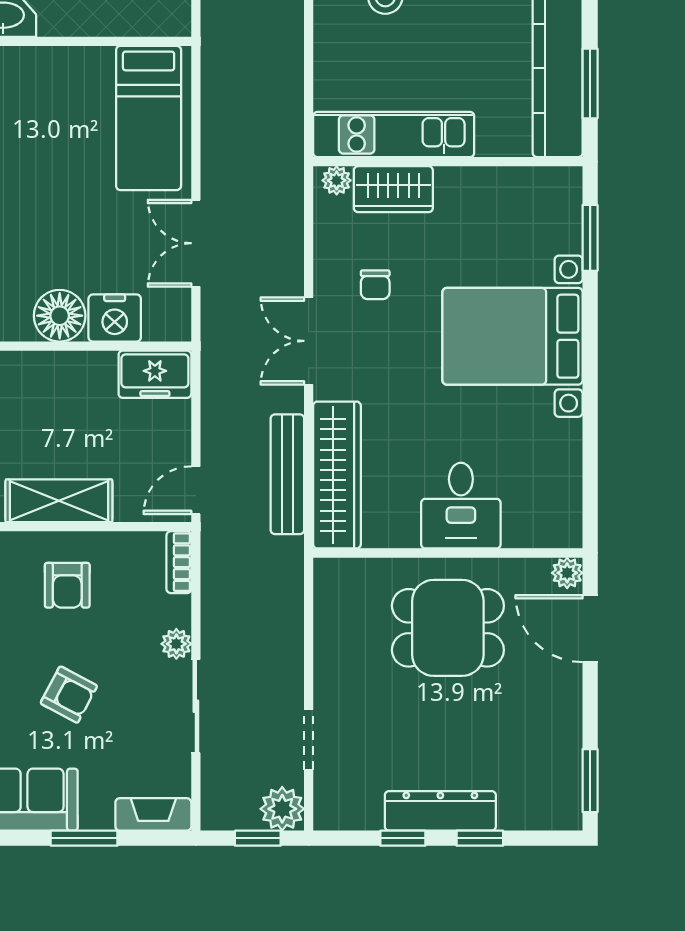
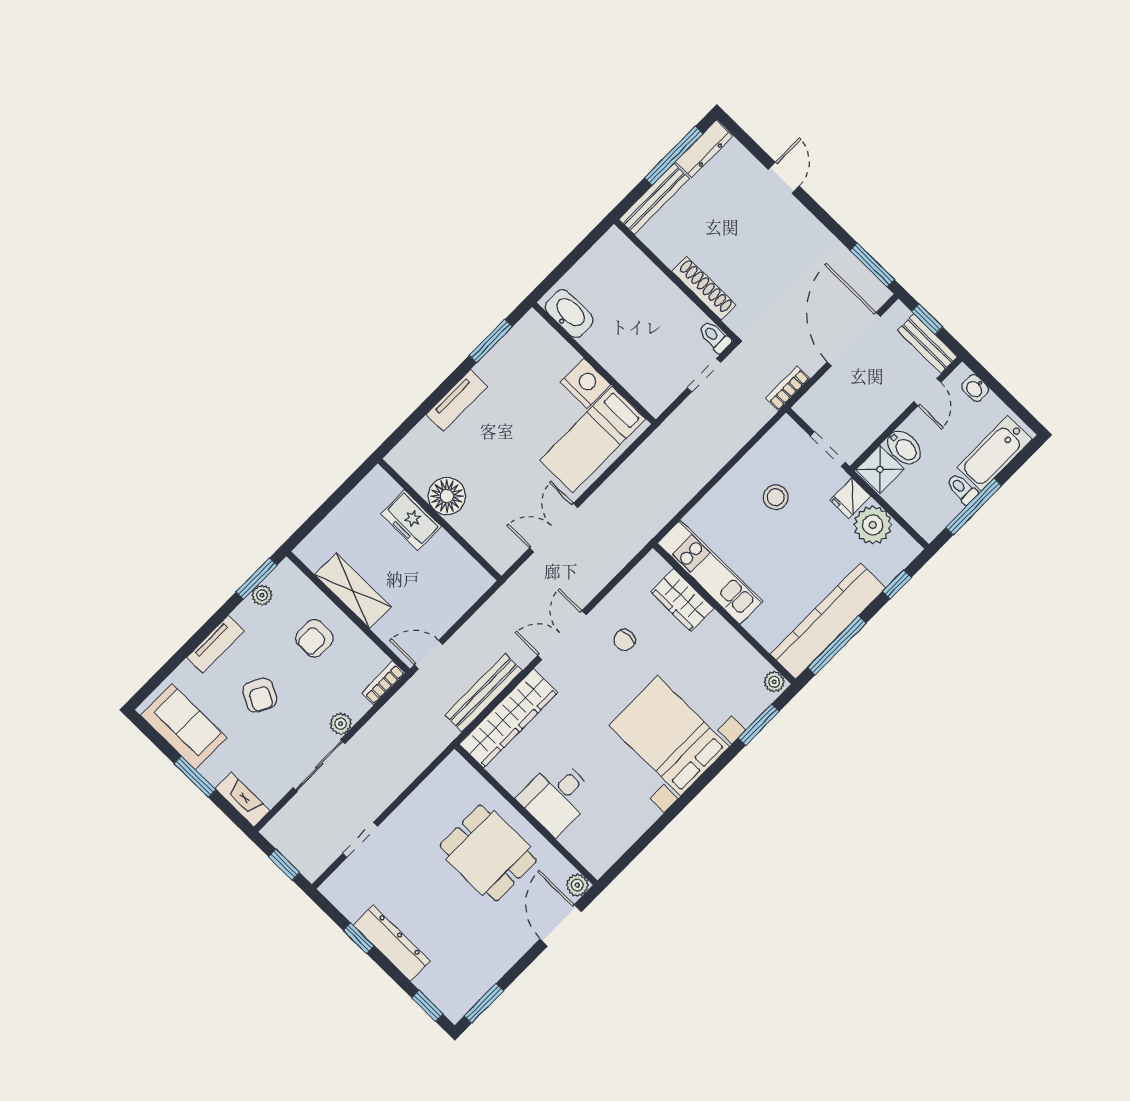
window: (590, 84) -> (837, 645), width x1.44
plant: (337, 180) -> (774, 682), moved
nightstand: (115, 318) -> (586, 383), moved, turned 180
freezer: (155, 374) -> (411, 520), moved
plant: (282, 809) -> (312, 862), removed
window: (480, 838) -> (427, 1006), moved

